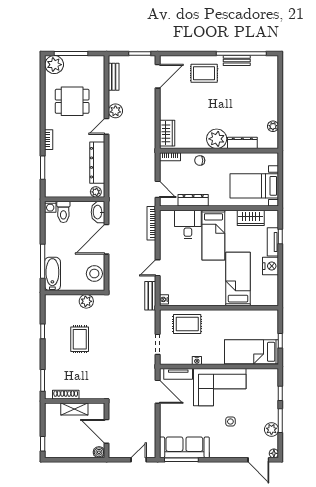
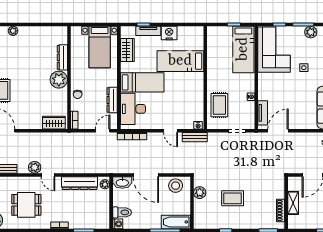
dining table: (72, 101) -> (26, 205), turned 90
plant: (273, 126) -> (13, 31), moved
desk: (188, 224) -> (133, 109), width x1.37
corner sofa: (220, 387) -> (274, 50), moved

